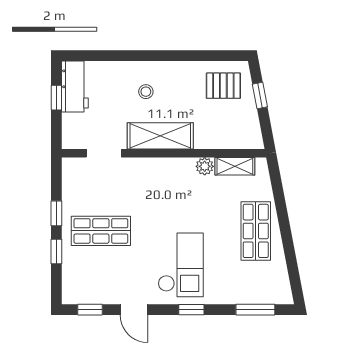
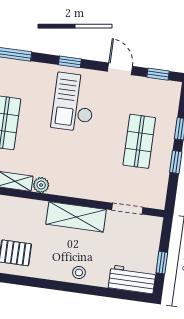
workbench: (75, 87) -> (132, 279), moved, turned 90
stool: (146, 92) -> (79, 273), moved
shop shelf: (101, 231) -> (139, 141), turned 90

